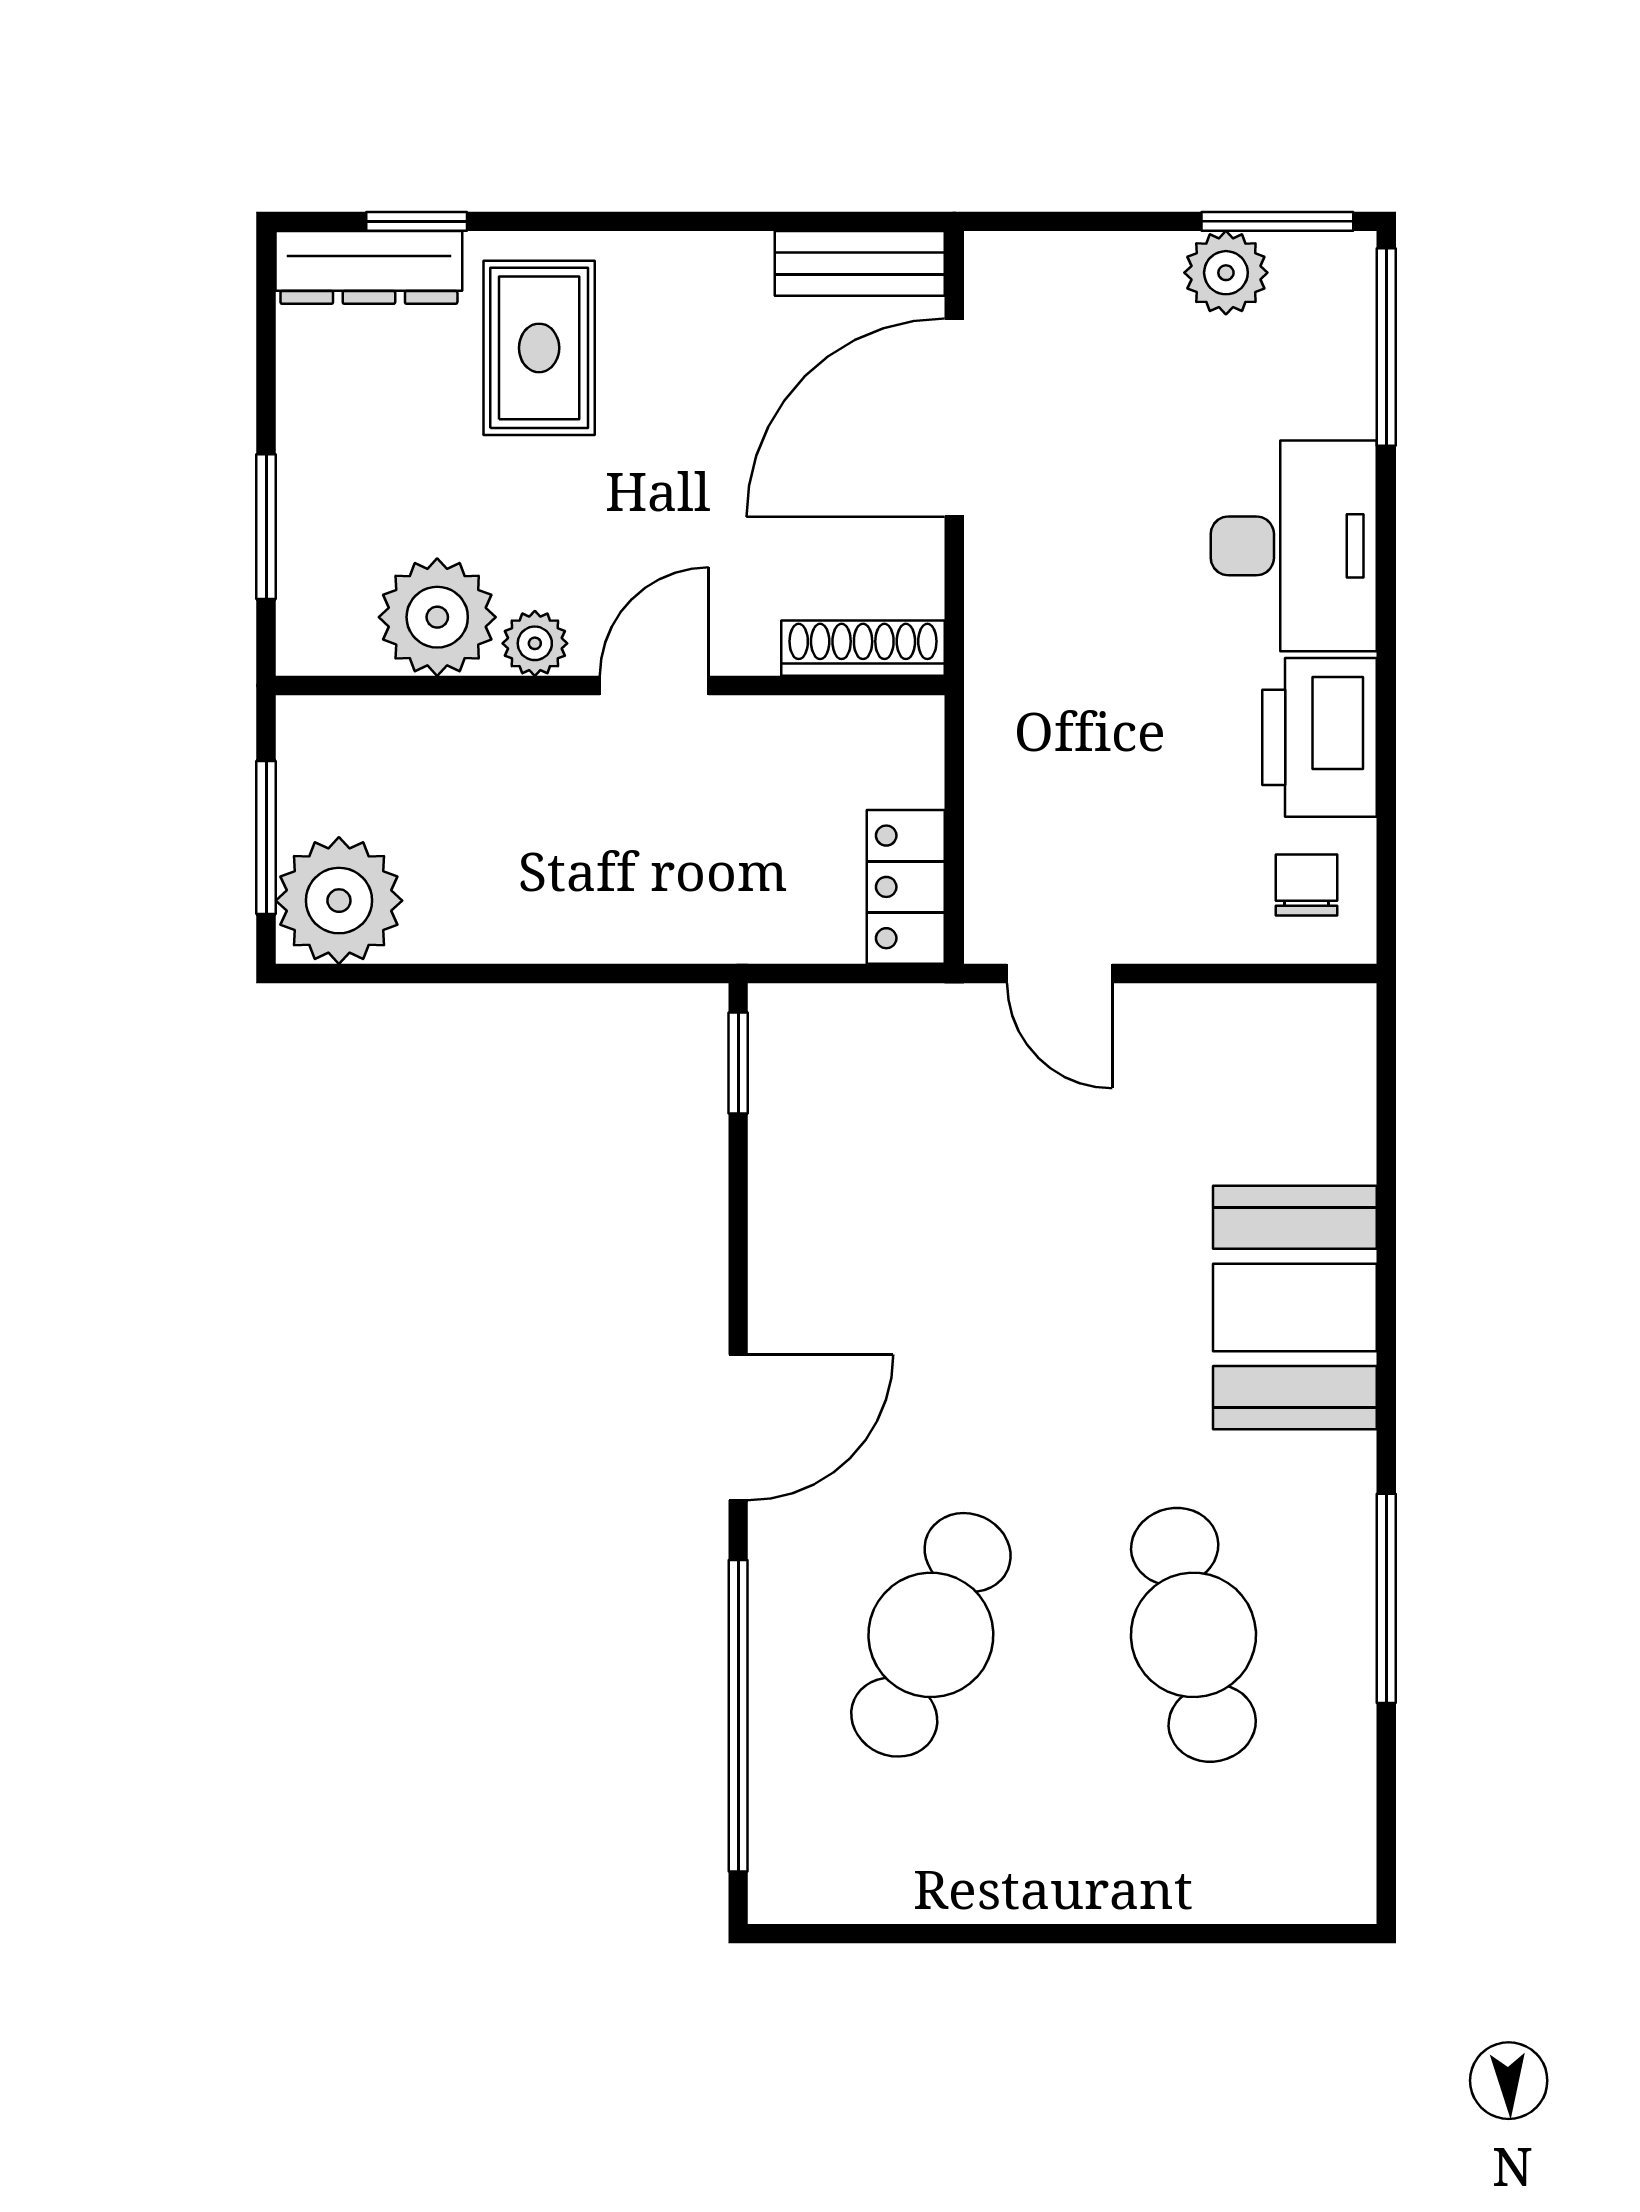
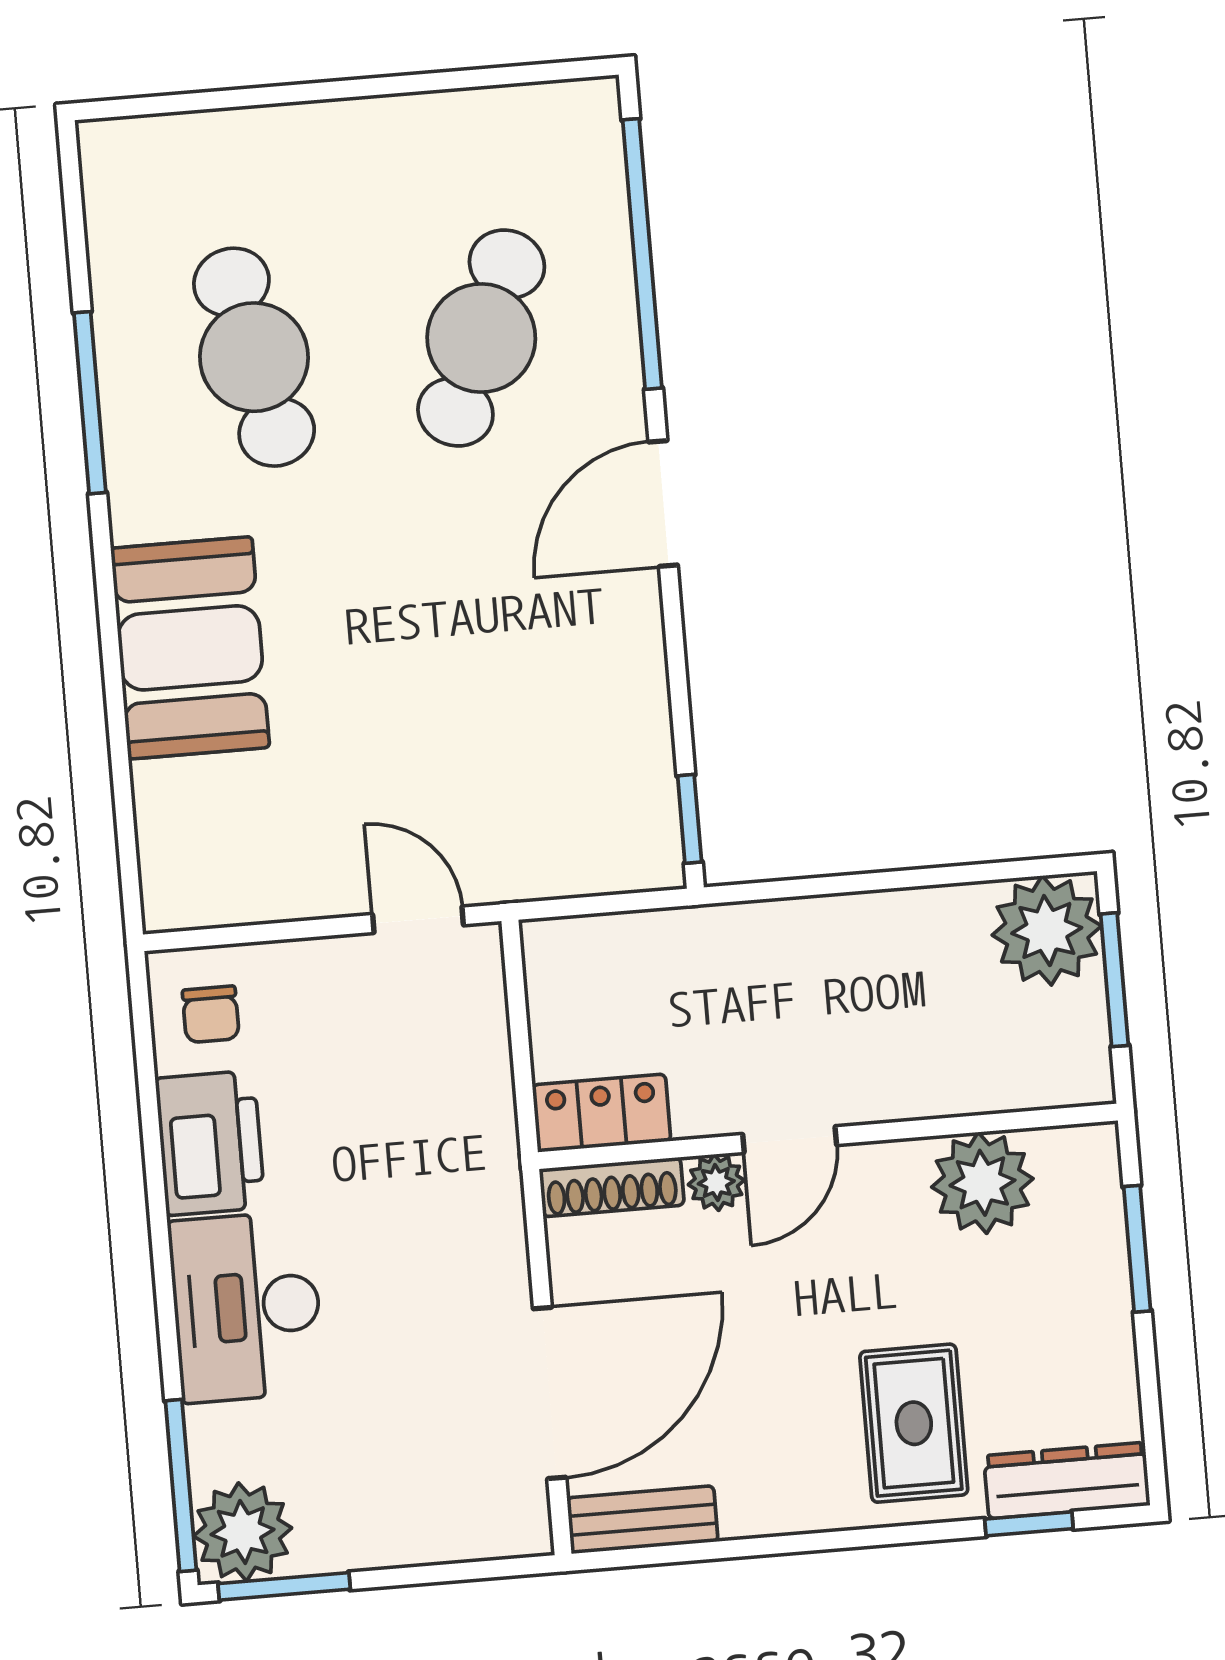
plant: (1226, 273) -> (243, 1532), moved, width x1.36, depth x1.36
plant: (535, 643) -> (716, 1182), moved
locker: (906, 887) -> (601, 1113), moved, turned -90

